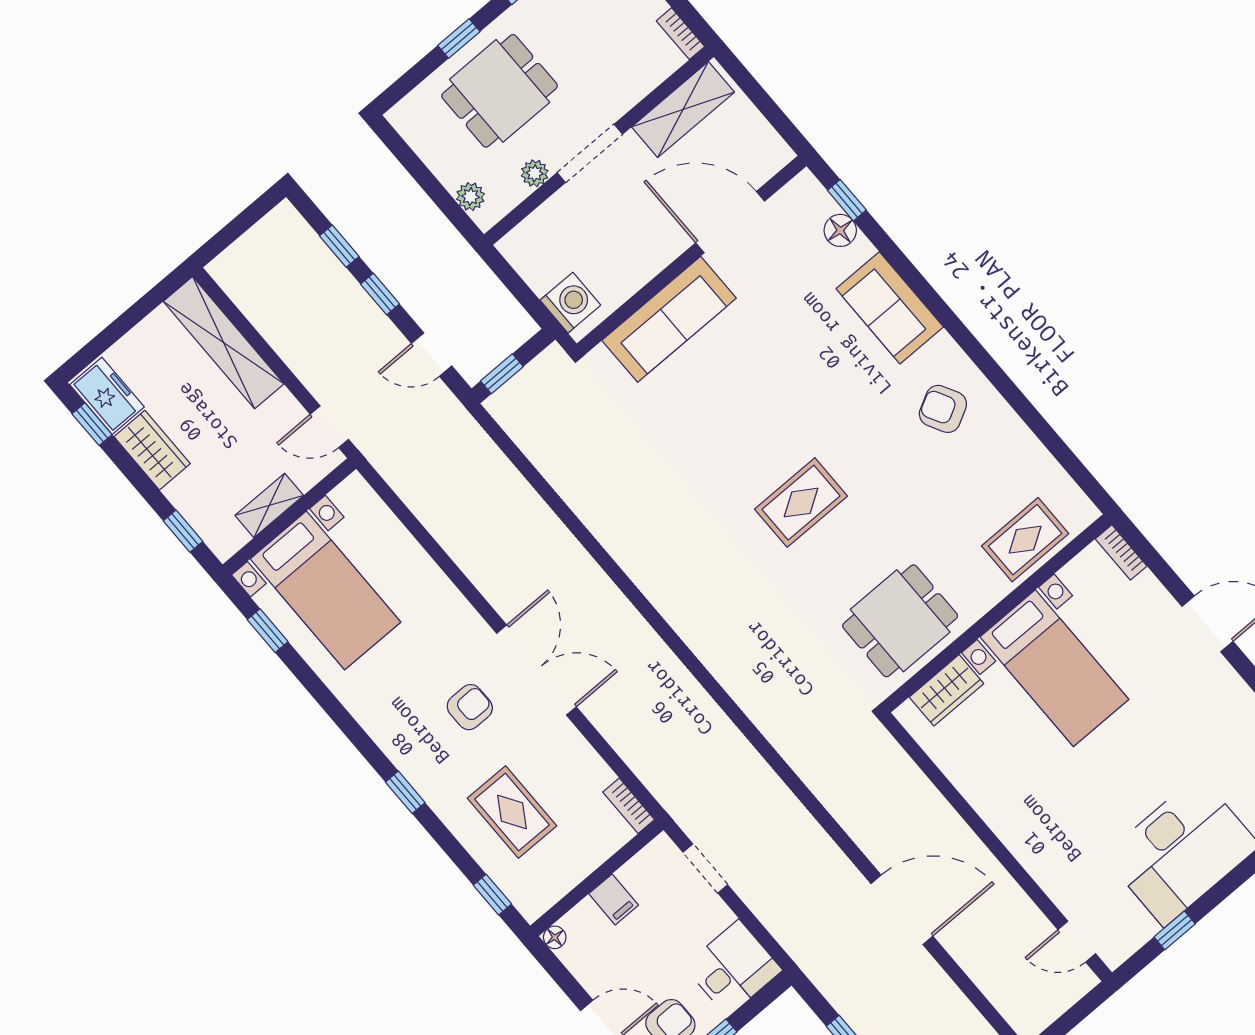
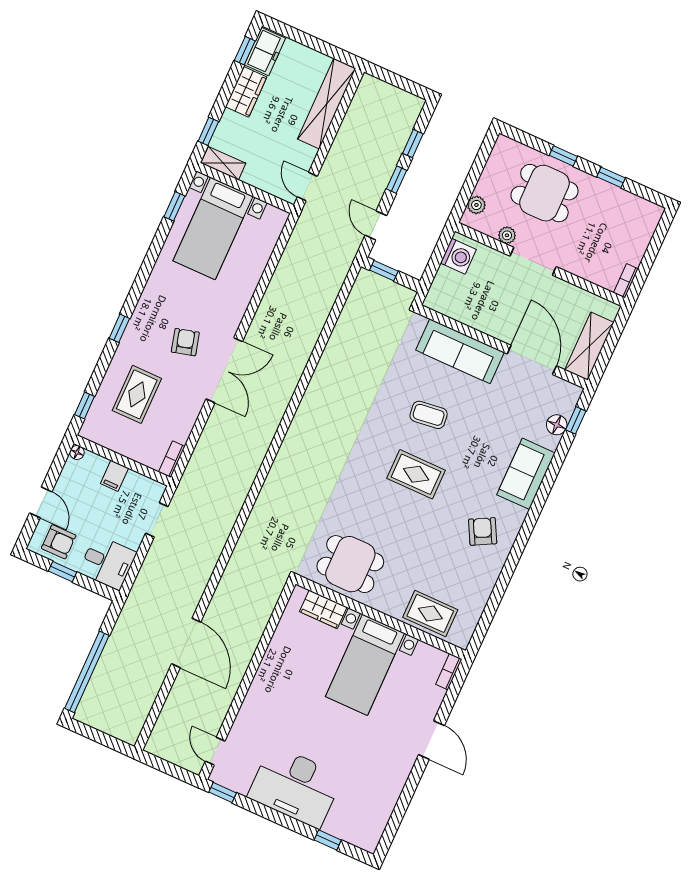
shelving: (683, 110) -> (589, 346), moved, turned 90
washing machine: (570, 303) -> (458, 256), moved
coffee table: (739, 407) -> (429, 415), added
rug: (801, 503) -> (416, 474), moved
shelving: (269, 505) -> (223, 163), moved
armchair: (470, 707) -> (185, 342), turned -105
window: (1175, 930) -> (223, 793), moved

